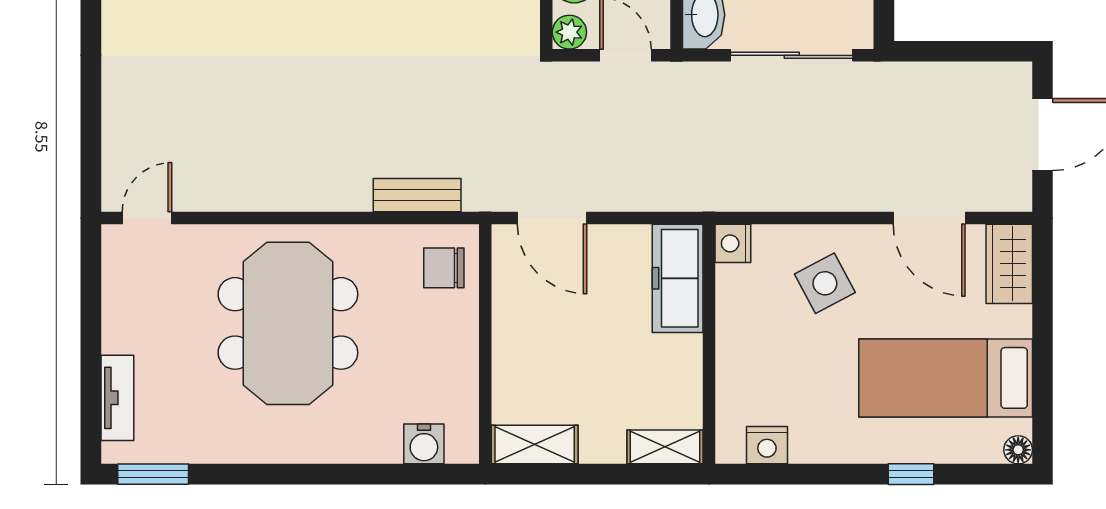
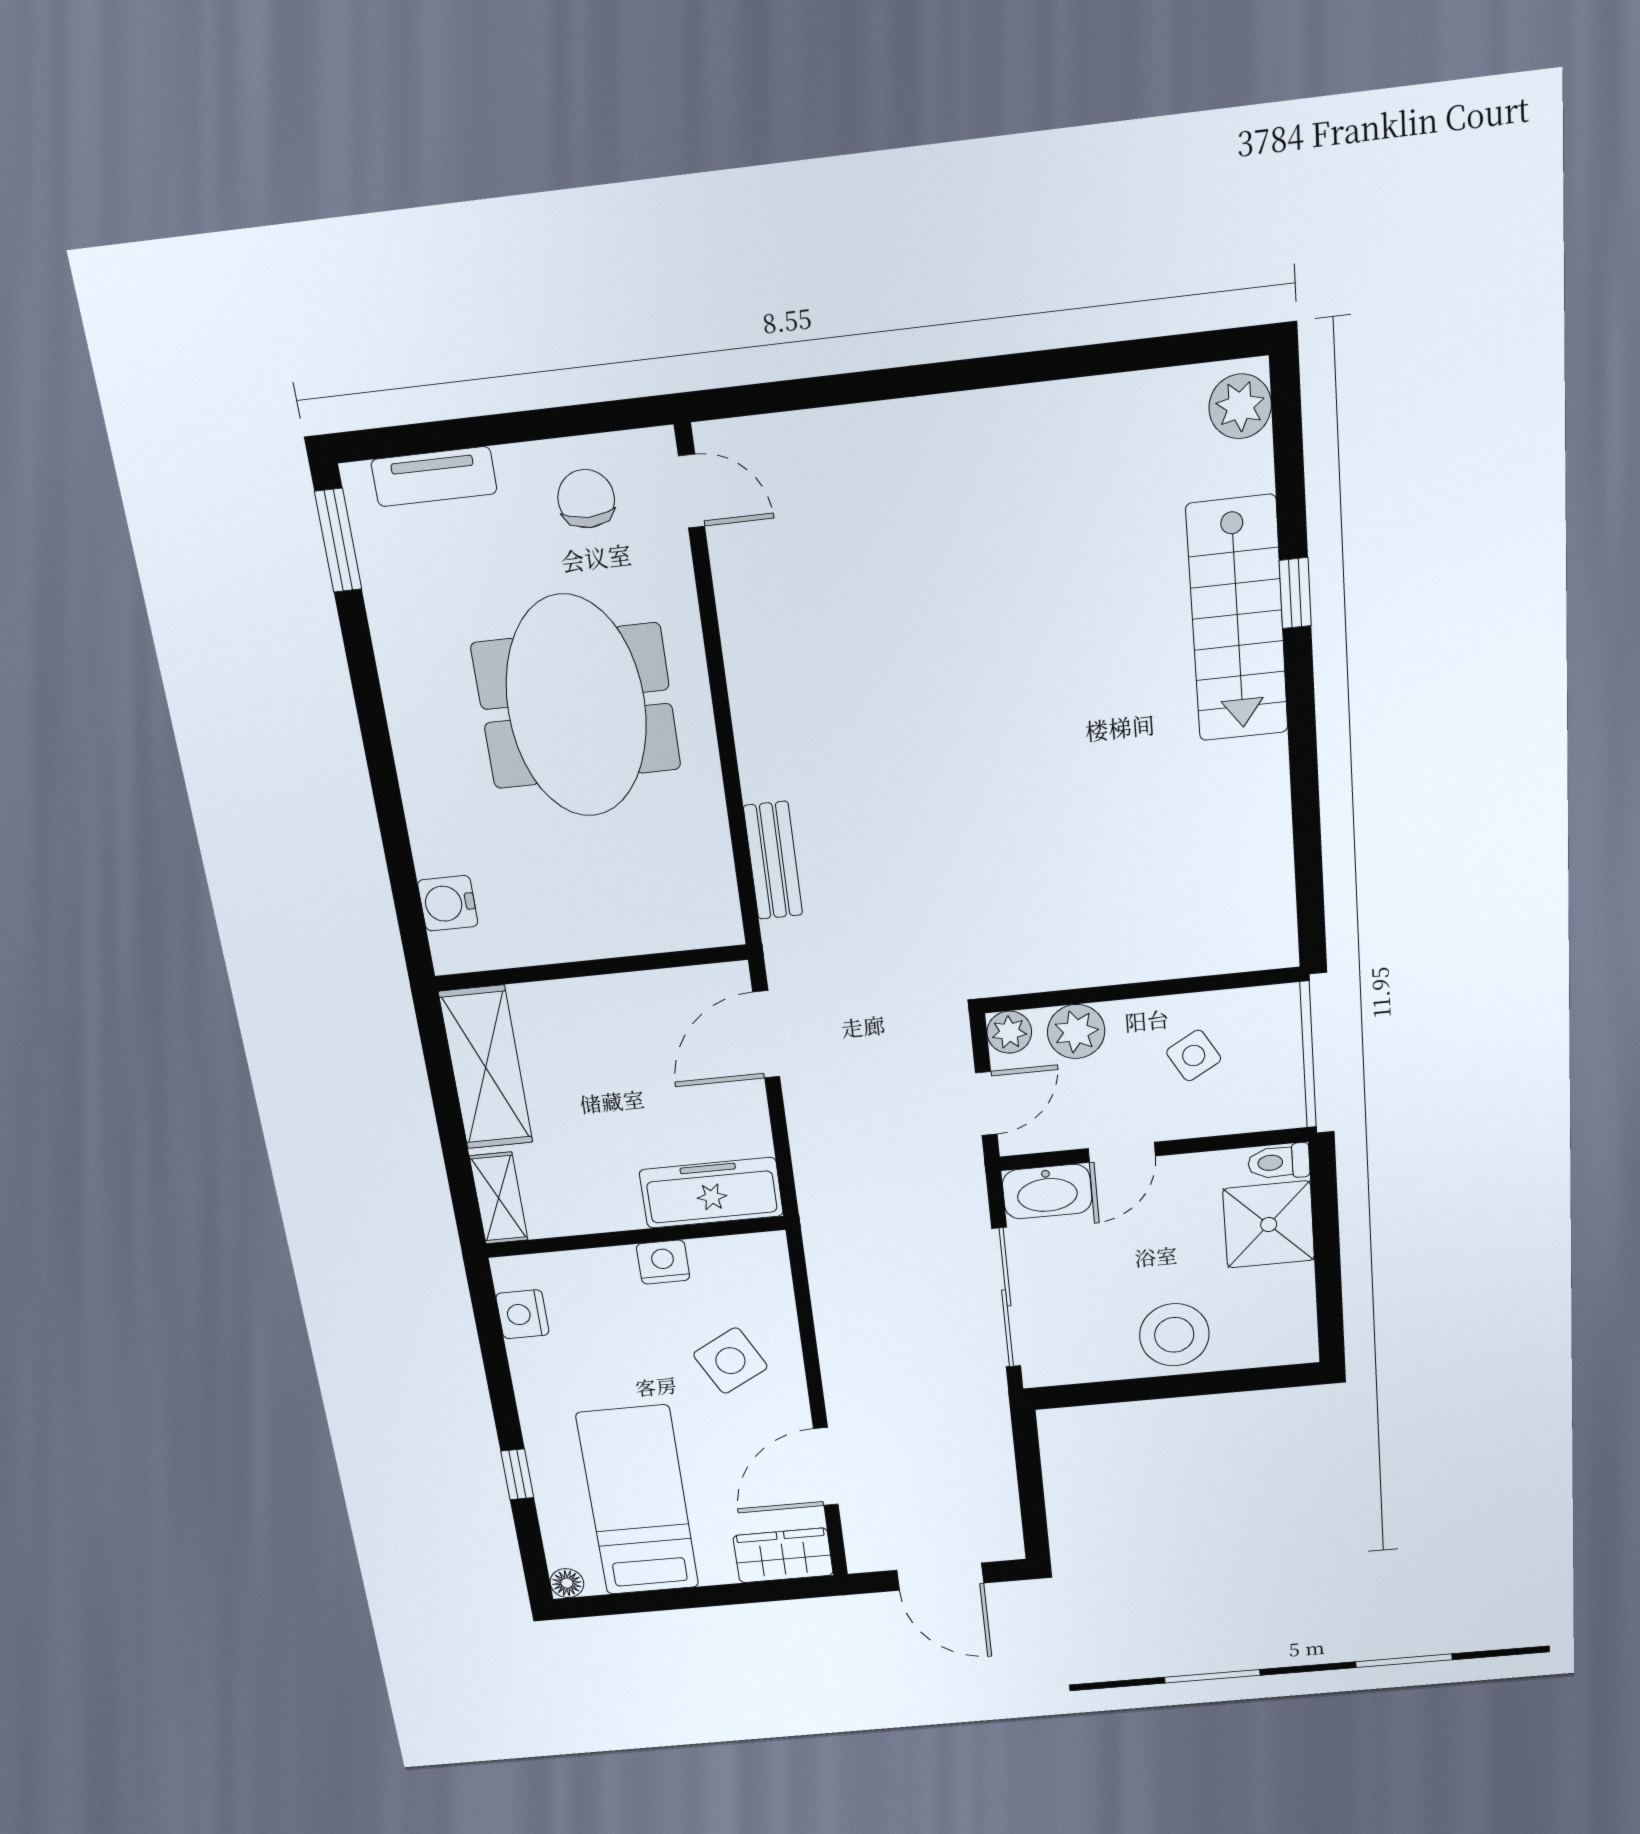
nightstand: (733, 243) -> (663, 1262), moved
chair: (444, 268) -> (586, 499), moved
meeting table: (288, 323) -> (576, 706), turned 90
shelving: (535, 445) -> (486, 1068), width x1.50, depth x1.33

